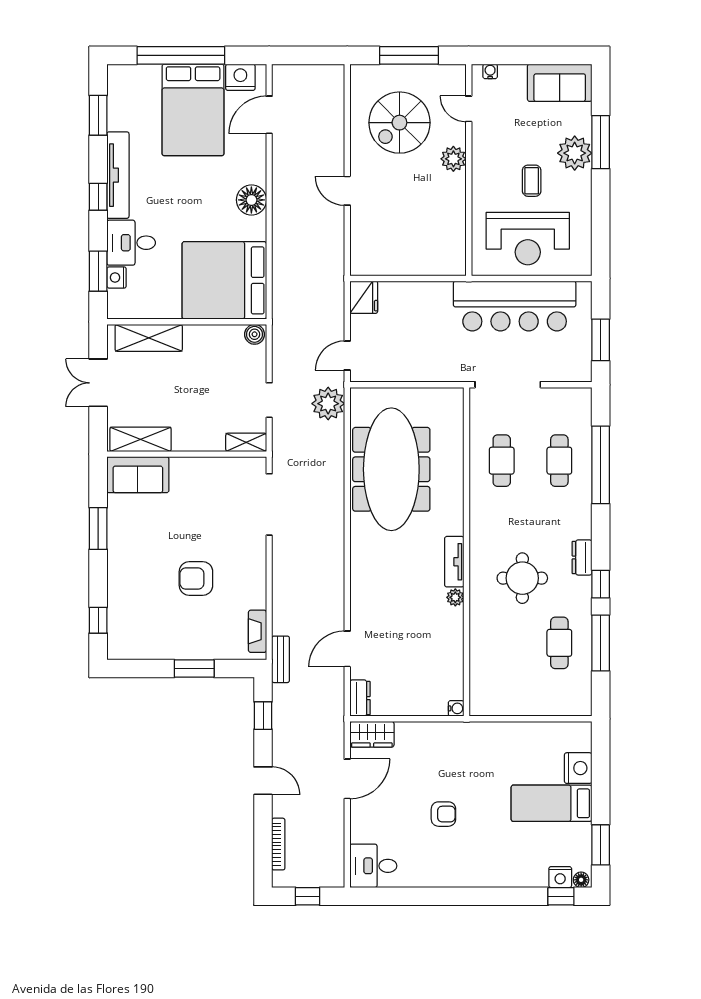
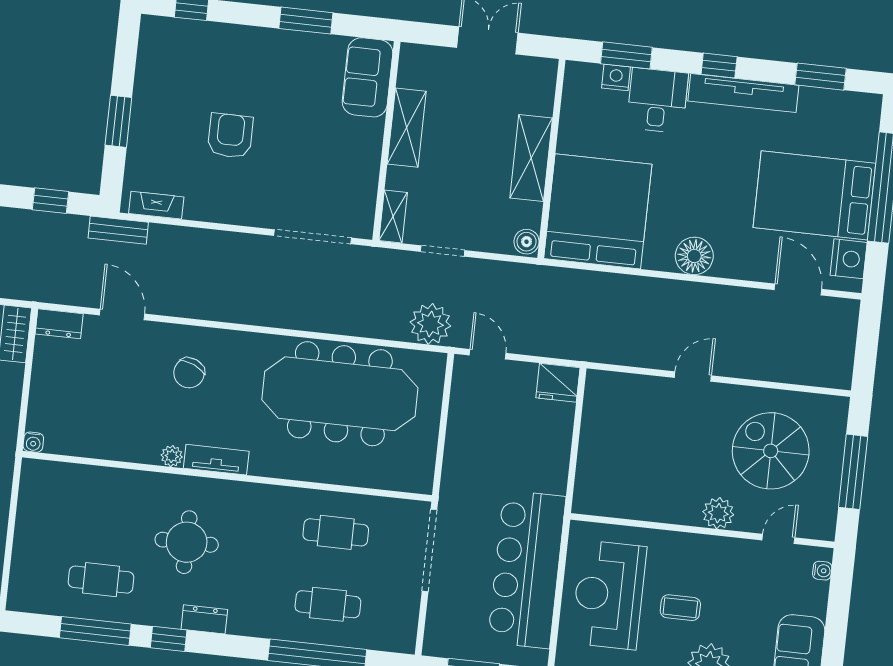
shelving: (149, 338) -> (531, 158), moved
shelving: (141, 439) -> (407, 128), moved
chair: (388, 591) -> (189, 373), added

